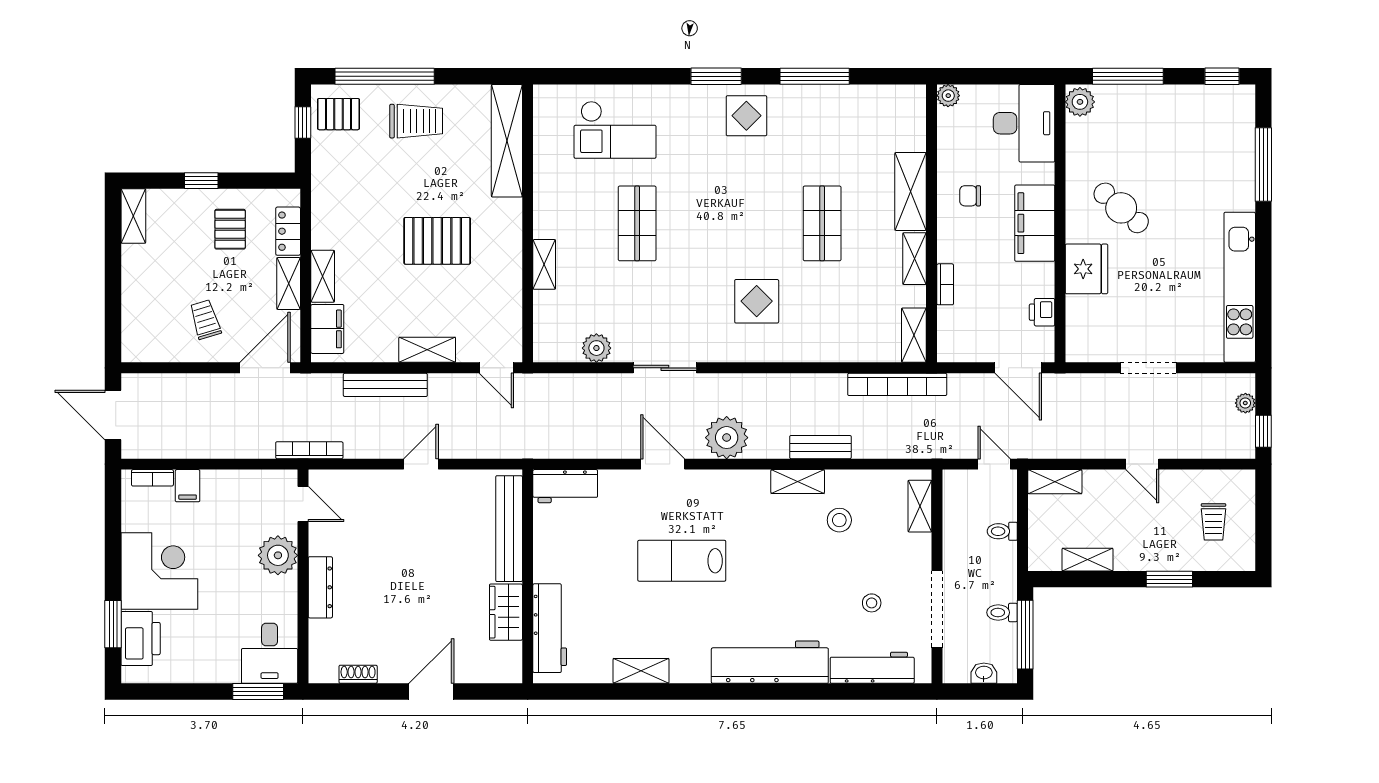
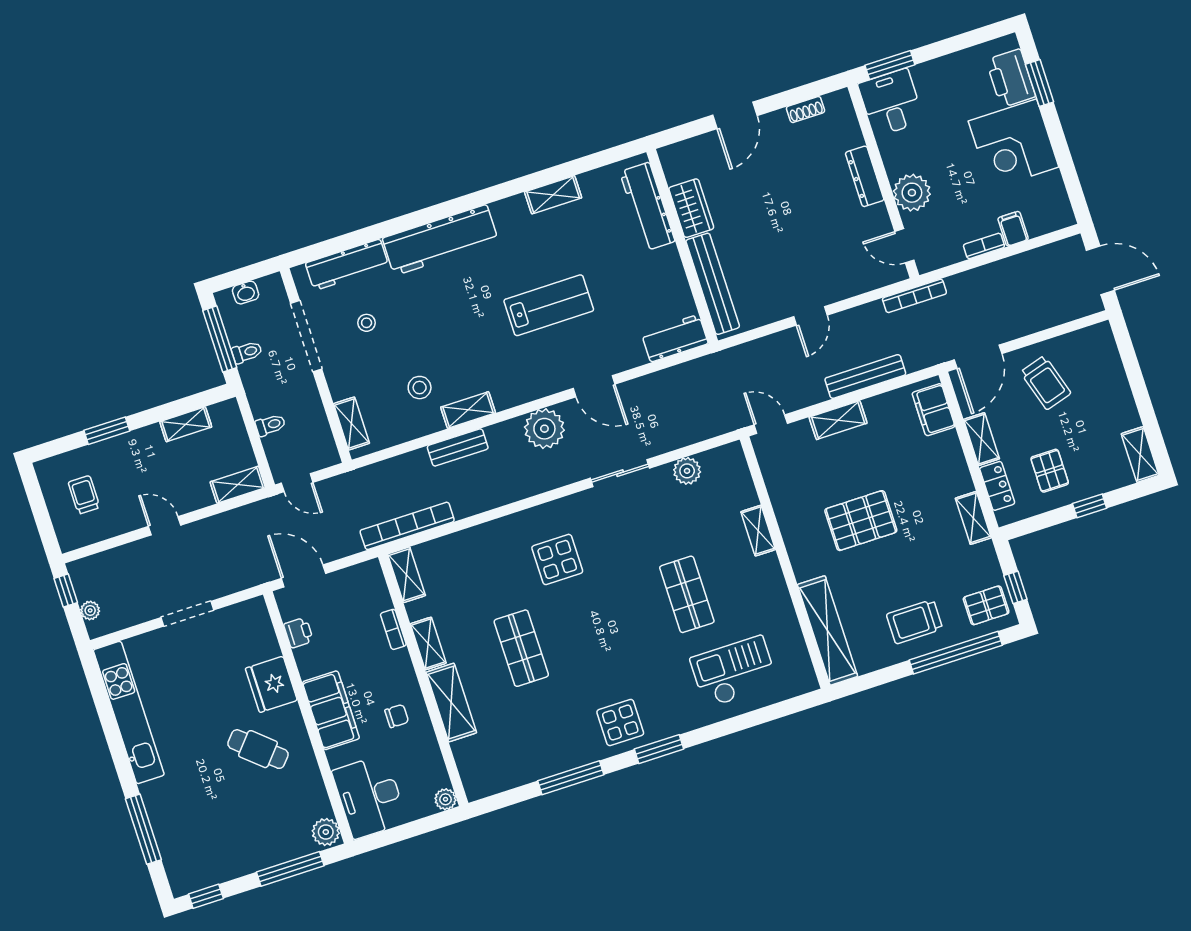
shelving: (323, 276) -> (973, 518), moved
trolley: (205, 319) -> (1046, 383), width x1.36, depth x1.39
bookcase: (152, 478) -> (984, 246), moved

